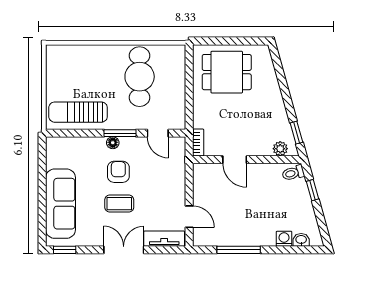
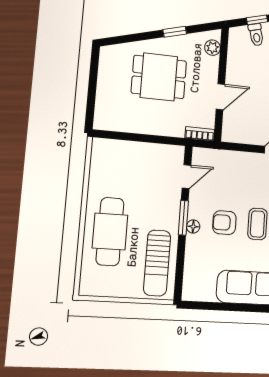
dining table: (227, 72) -> (159, 77), moved, turned 90
cafe table: (140, 77) -> (110, 232), moved, turned 90
window: (296, 133) -> (175, 32), moved
toilet: (293, 173) -> (256, 35), moved

